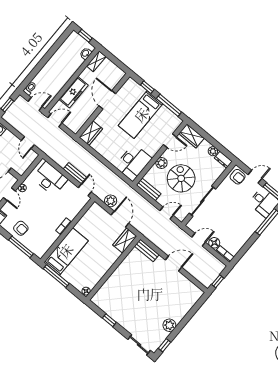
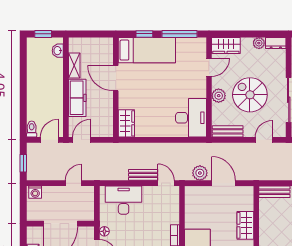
shelving: (96, 61) -> (74, 65), moved
bed: (141, 115) -> (147, 50), moved, turned -90
door: (28, 143) -> (73, 183), swing flipped
wardrobe: (125, 241) -> (245, 225), moved

